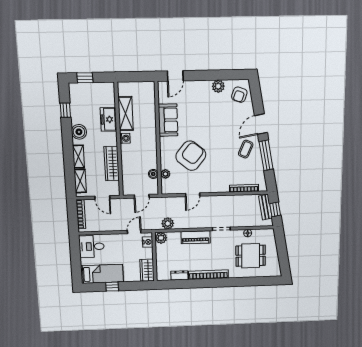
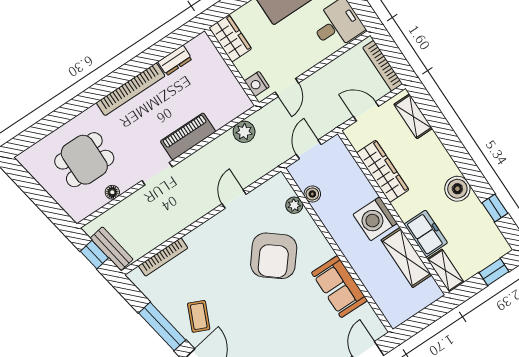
washing machine: (125, 138) -> (375, 219), width x1.89, depth x1.89
shelving: (78, 157) -> (445, 271), moved
plant: (161, 238) -> (240, 103), removed

